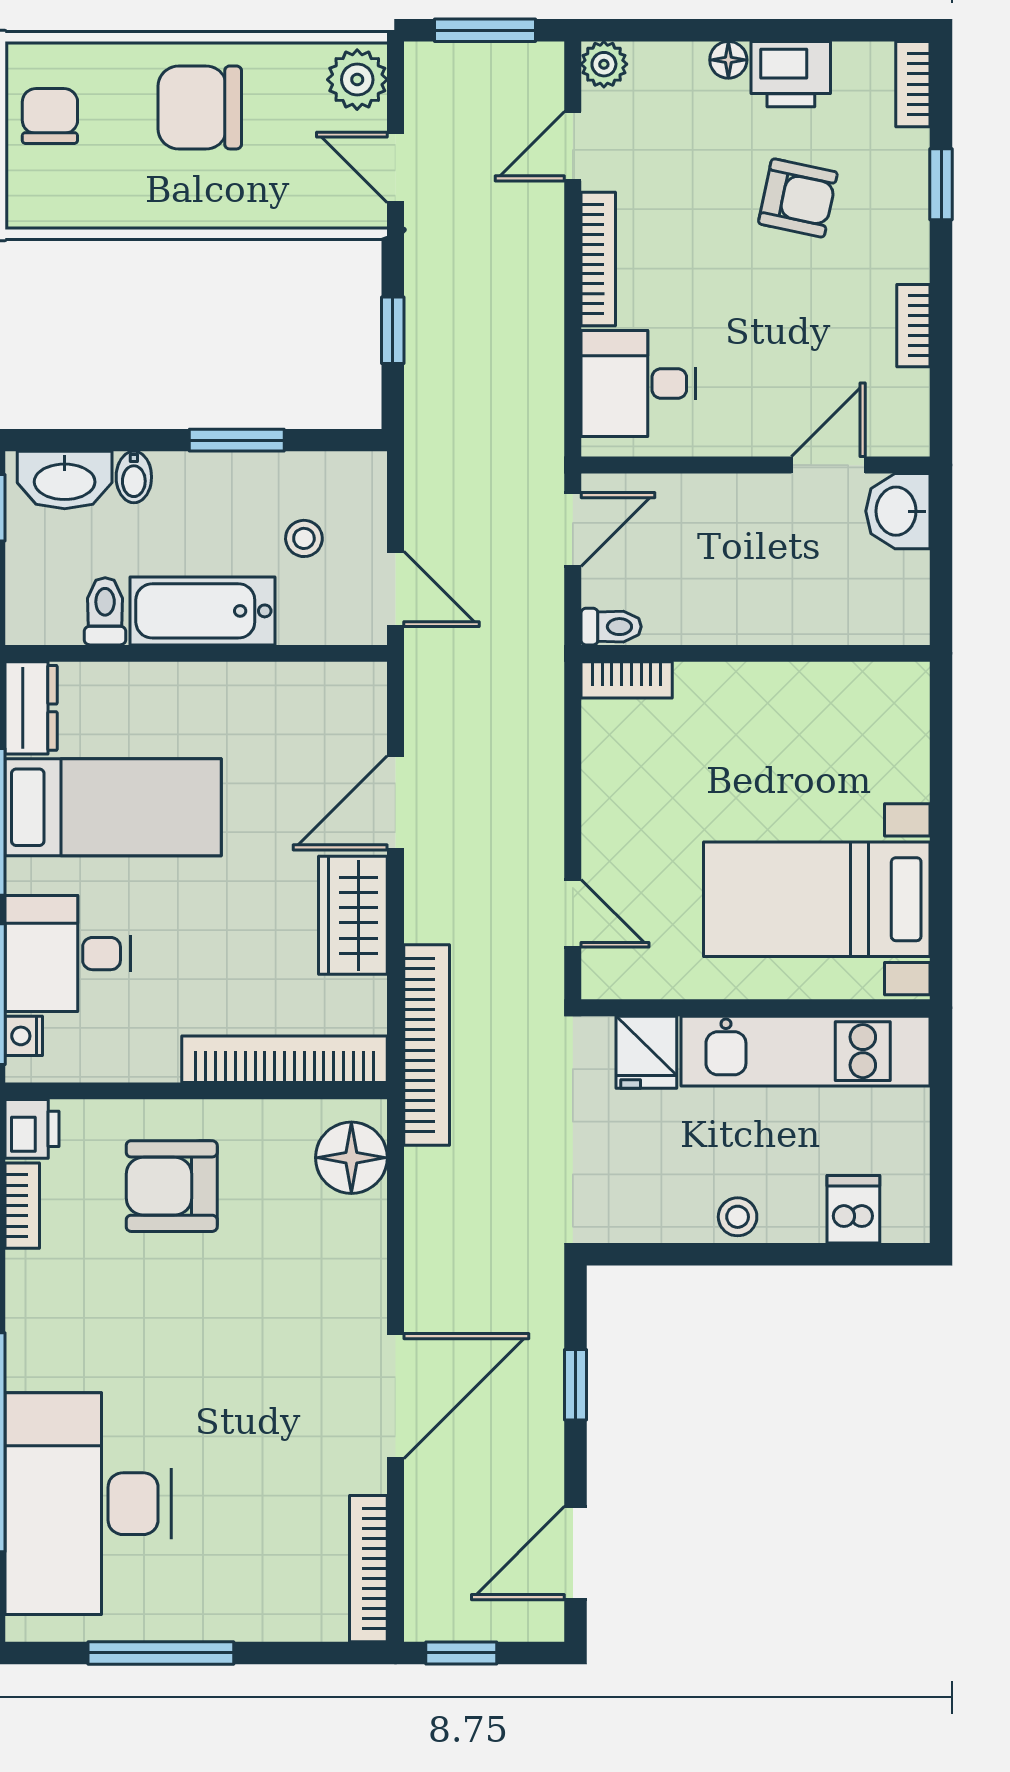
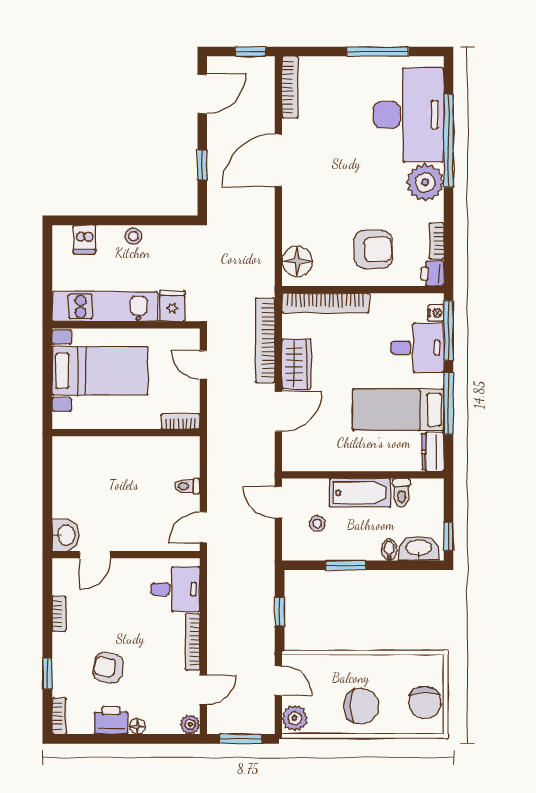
chair: (50, 116) -> (425, 702), width x1.37, depth x1.37
wall: (756, 653) -> (126, 433), moved
bookcase: (627, 680) -> (181, 421), moved
bookcase: (427, 1045) -> (265, 341), moved
plant: (49, 1344) -> (425, 182), added

